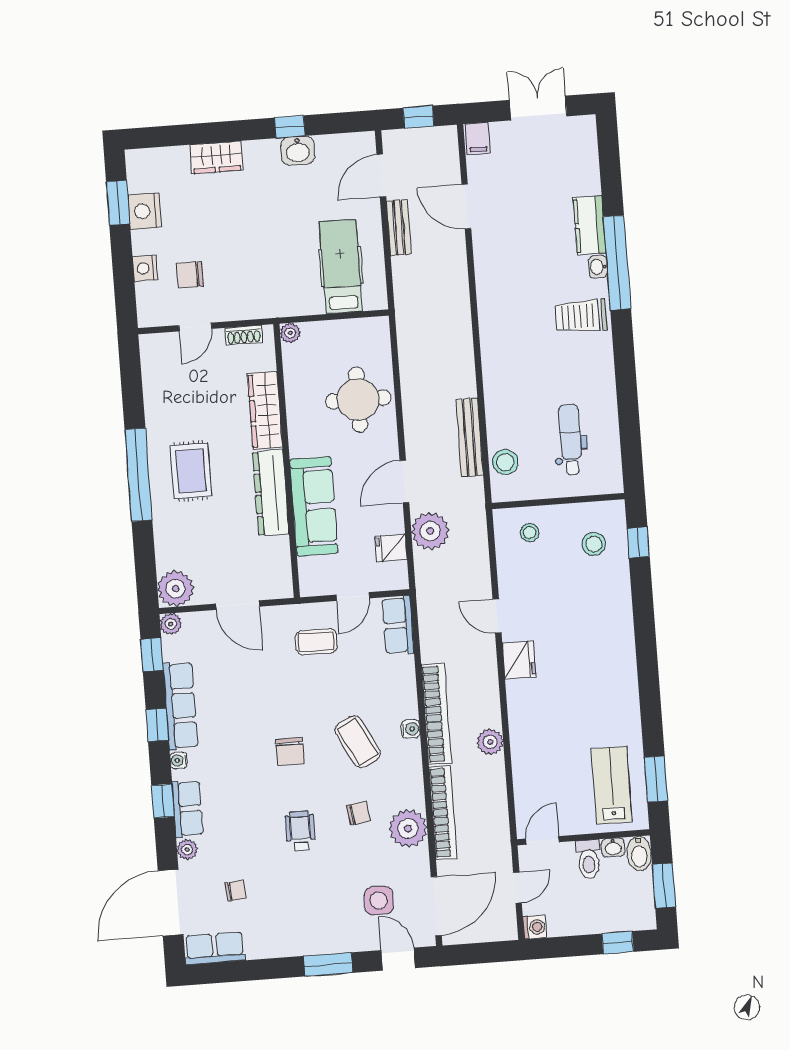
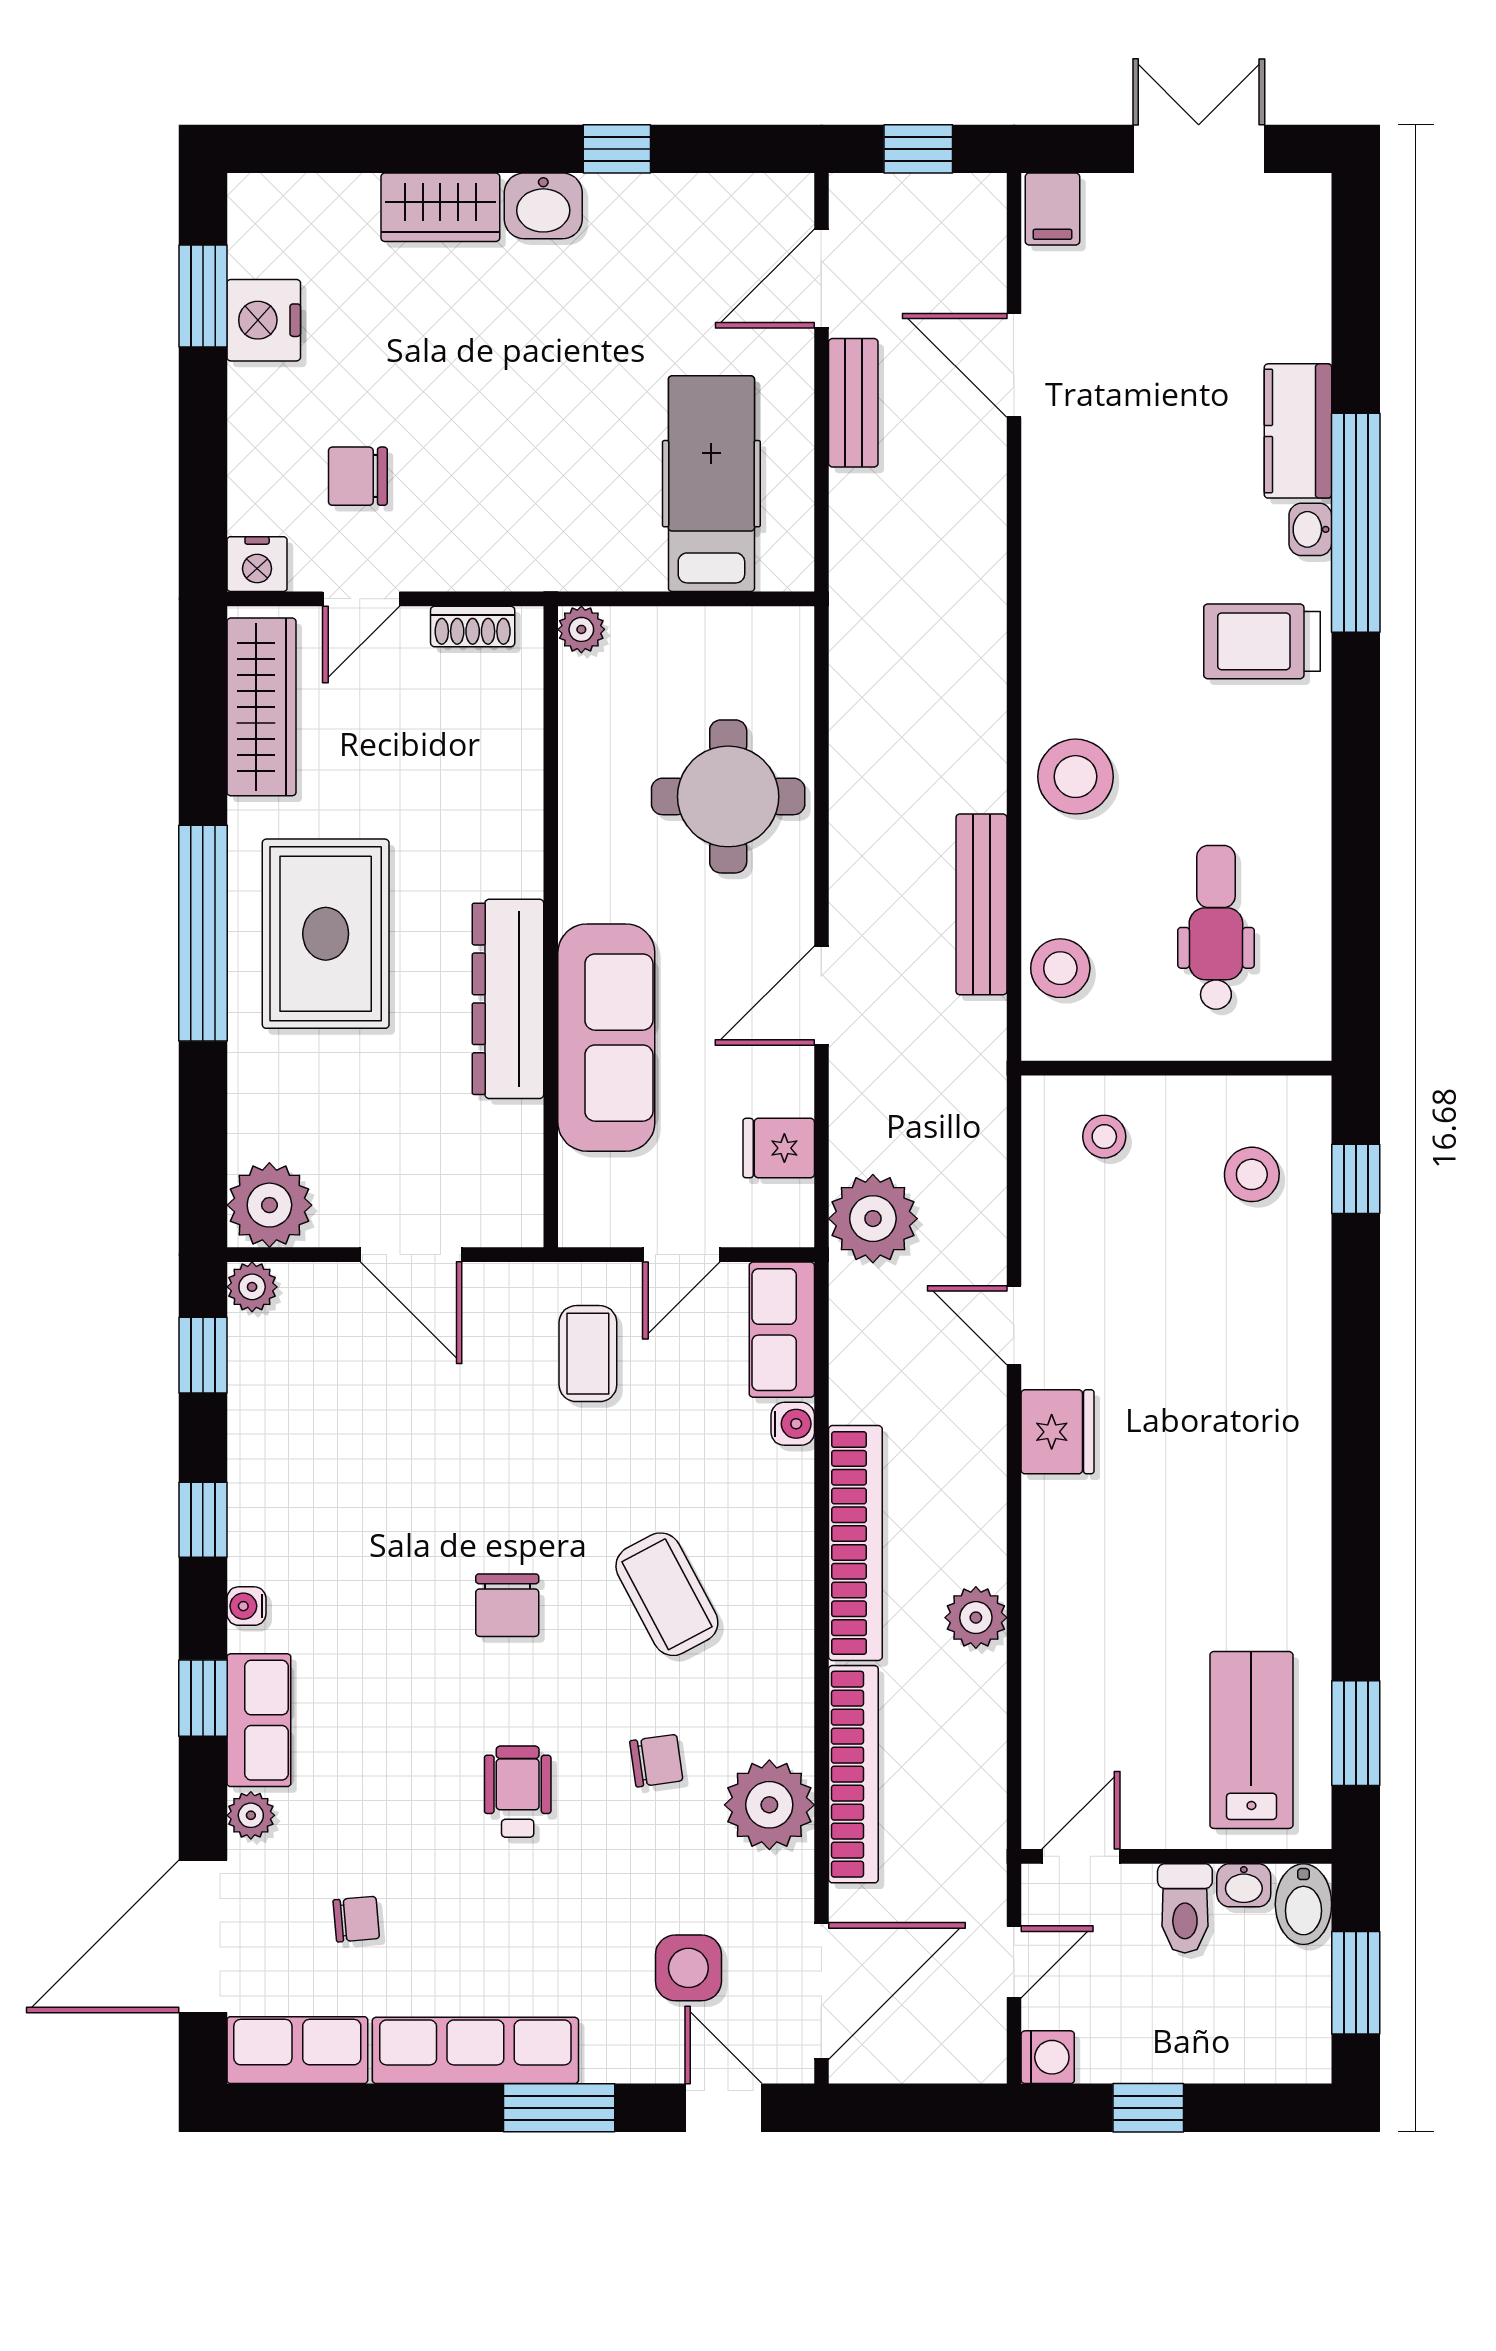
washbasin: (298, 151) -> (543, 206), moved
nightstand: (145, 268) -> (257, 564), moved, turned -90
stool: (506, 380) -> (1075, 777), added
wardrobe: (265, 410) -> (261, 707), moved, turned 180
rug: (191, 471) -> (326, 934), width x1.36, depth x1.43
plant: (430, 531) -> (873, 1219), moved
coffee table: (316, 642) -> (588, 1354), turned 90
row of seats: (180, 706) -> (475, 2050), moved, turned -90
water cooler: (411, 729) -> (793, 1424), moved
window: (618, 943) -> (1148, 2108), moved

